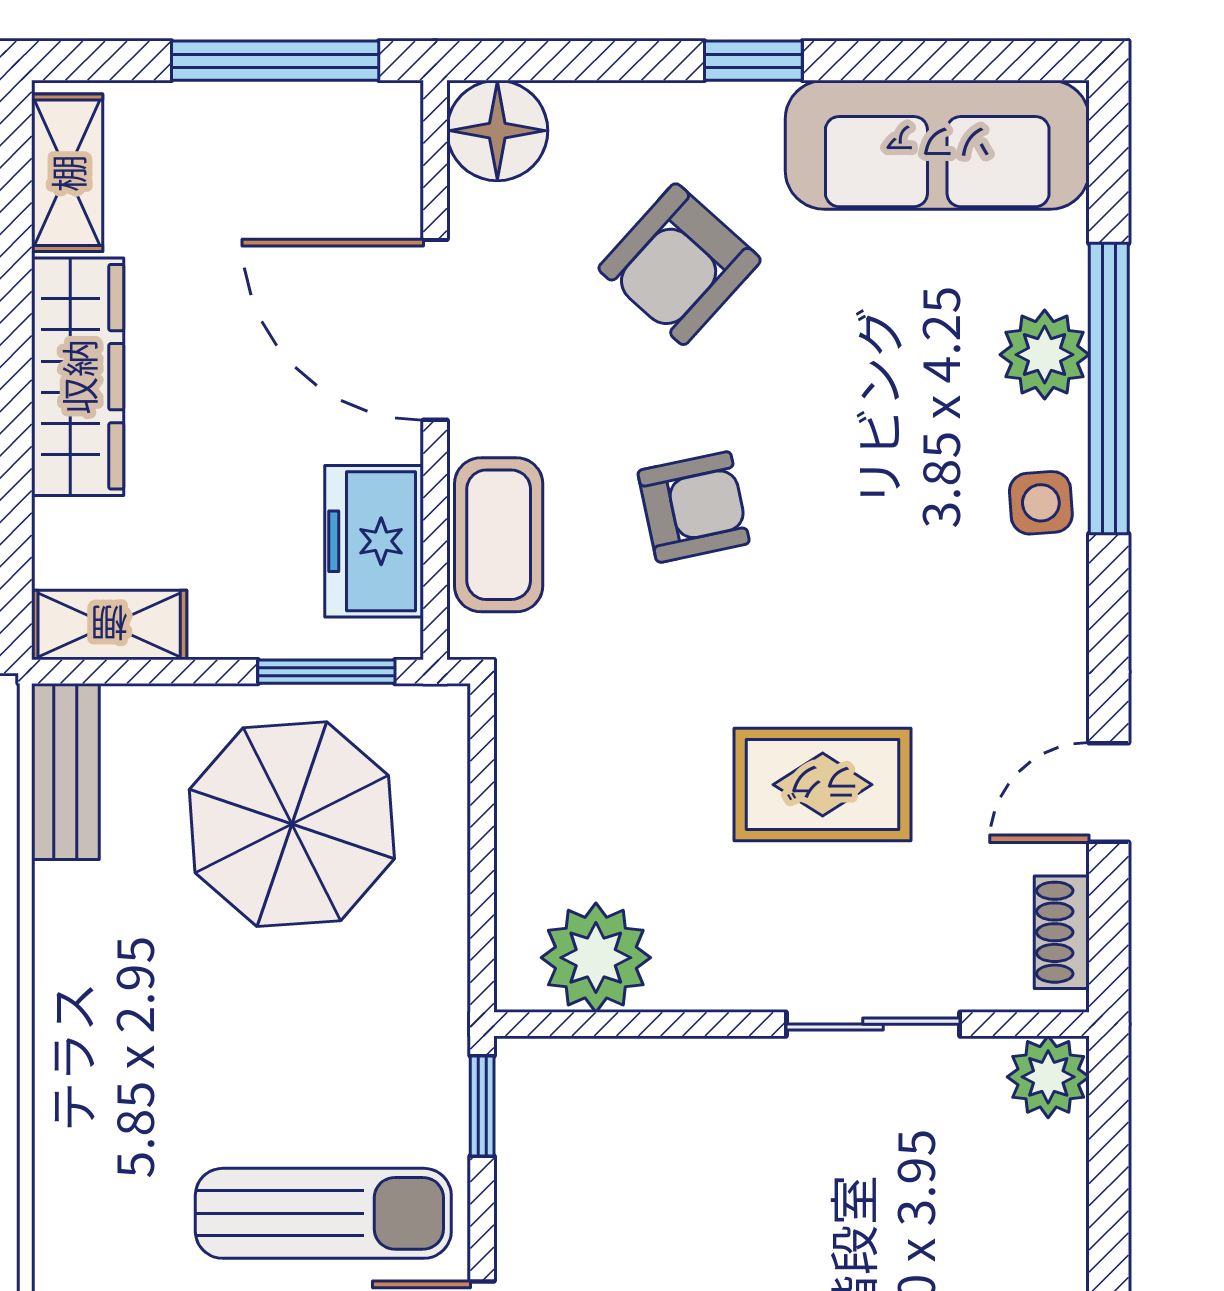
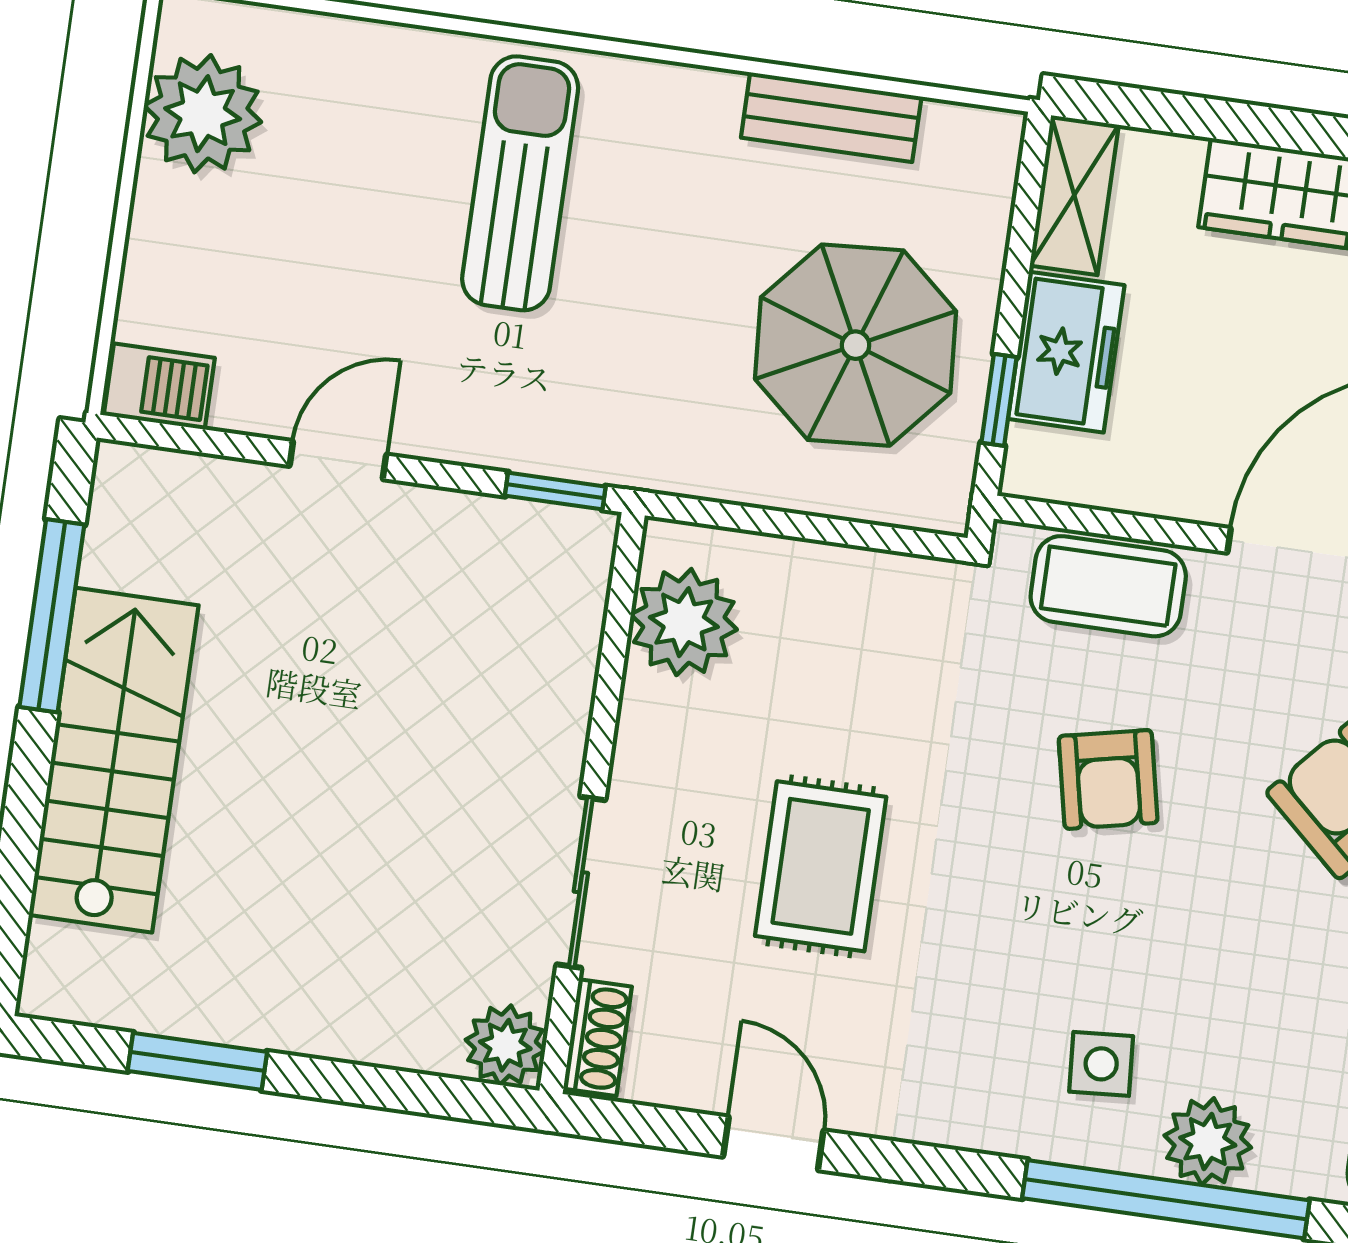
side table: (1041, 503) -> (1101, 1064), moved
freezer: (374, 541) -> (1066, 352), moved, turned 90
window: (326, 672) -> (999, 400), width x0.67
bench: (65, 771) -> (831, 117), moved
shoe rack: (1062, 932) -> (598, 1038), moved, turned 90
sun lounger: (323, 1213) -> (520, 183), moved, turned 180

